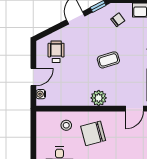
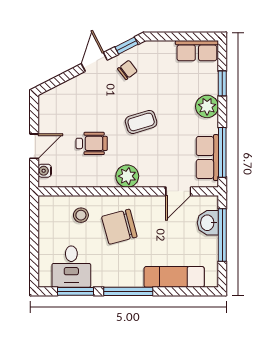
chair: (118, 20) -> (127, 70), moved
wheelchair: (56, 52) -> (92, 143), moved, turned 90

